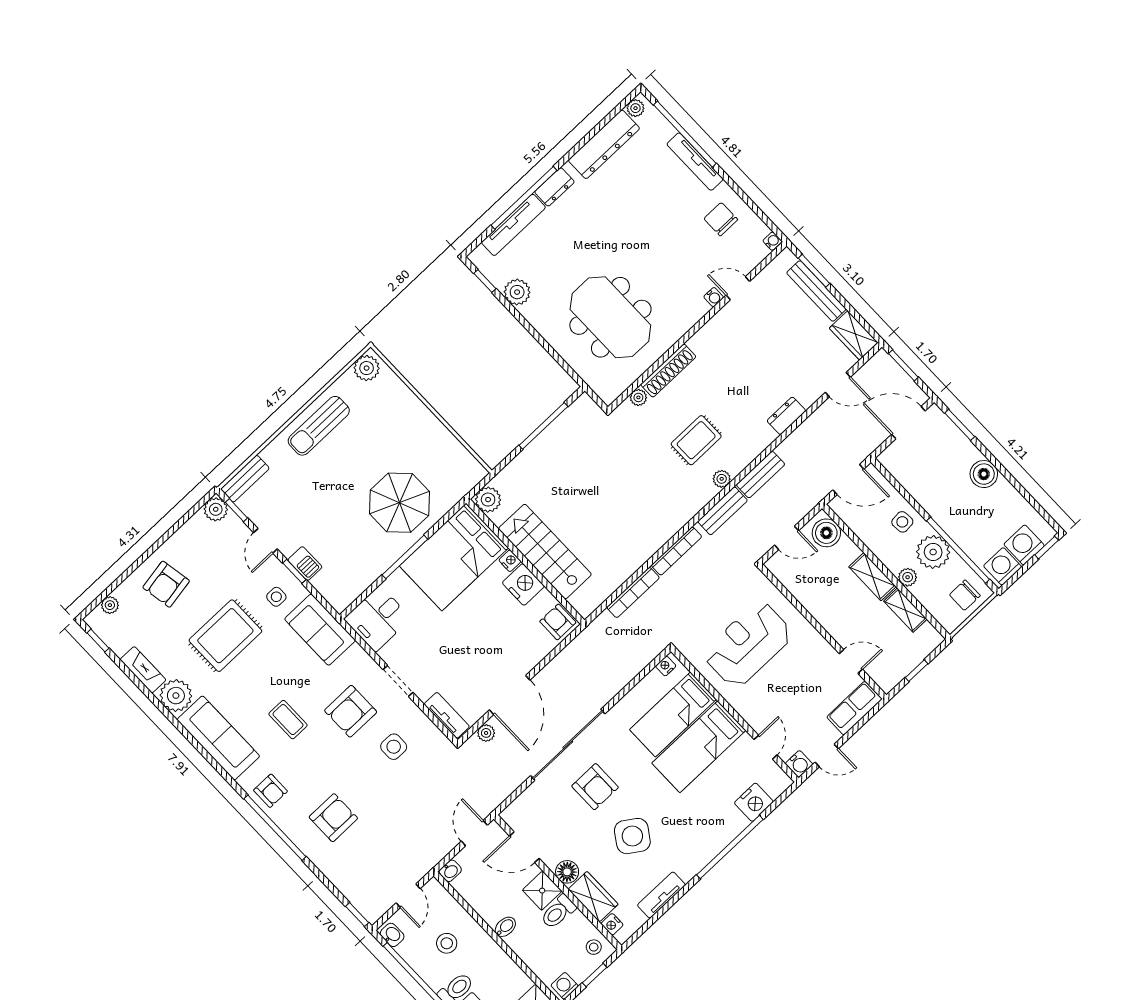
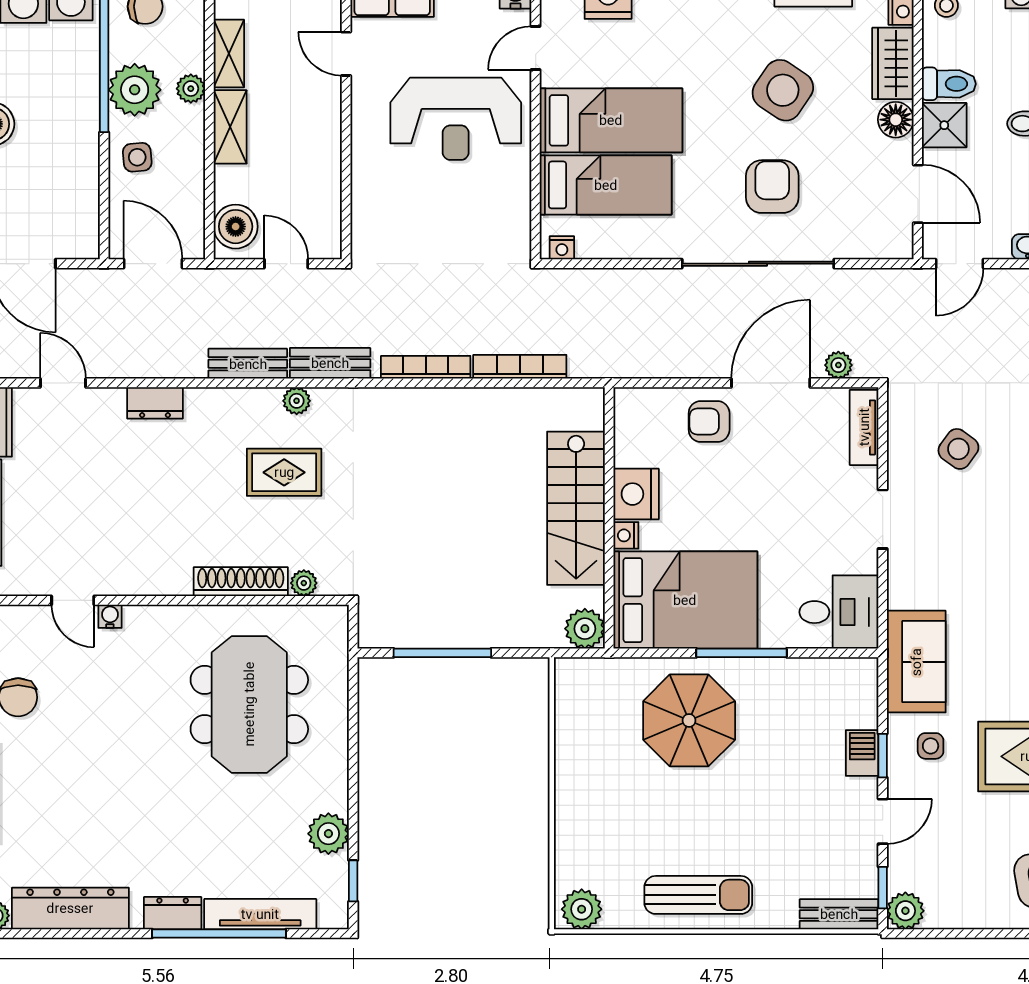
armchair: (558, 622) -> (709, 421), moved, turned 90
reception desk: (748, 644) -> (456, 119), moved
armchair: (351, 711) -> (969, 536), removed
side table: (394, 747) -> (958, 449), turned 36

